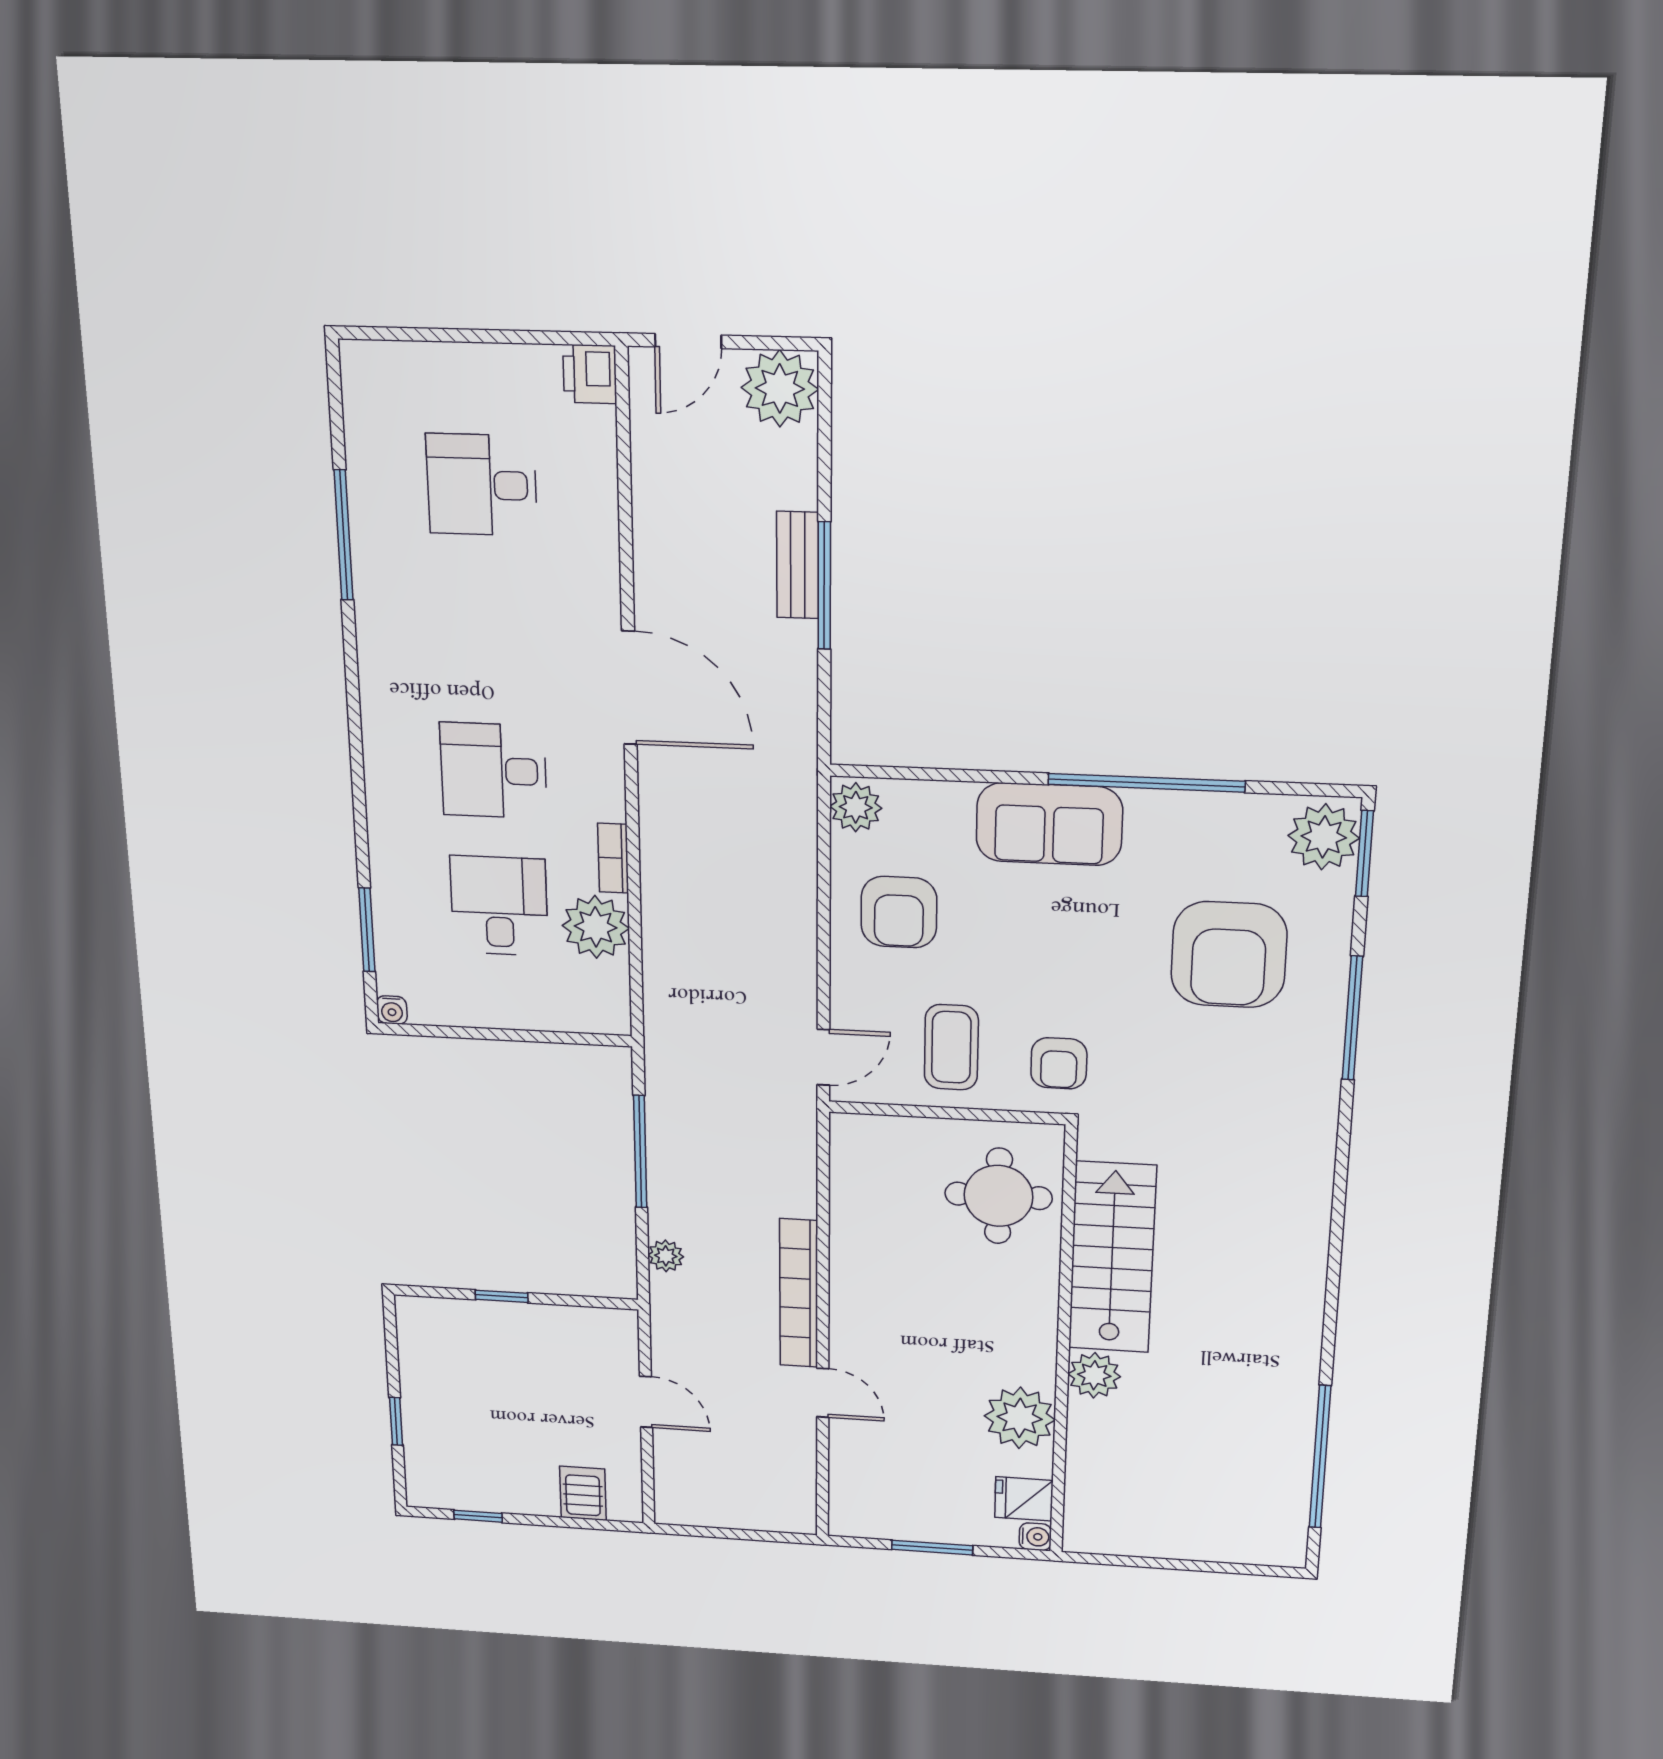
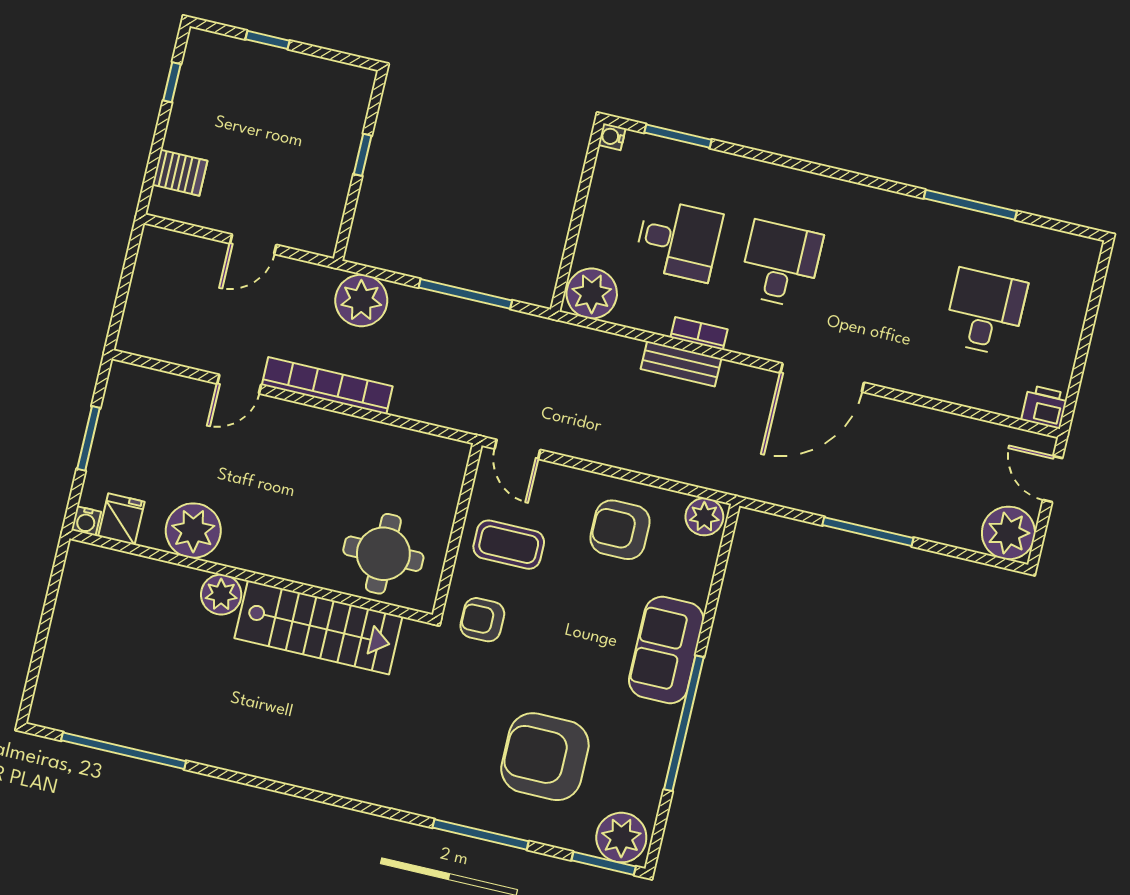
bench: (798, 565) -> (681, 364), moved
plant: (596, 927) -> (592, 294), moved
plant: (666, 1256) -> (361, 300), width x1.88, depth x1.88

